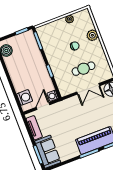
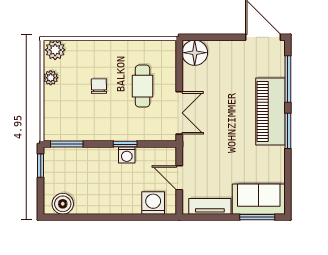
plant: (92, 35) -> (55, 50), moved
double door: (88, 89) -> (179, 113), moved
washing machine: (53, 96) -> (127, 155), moved

